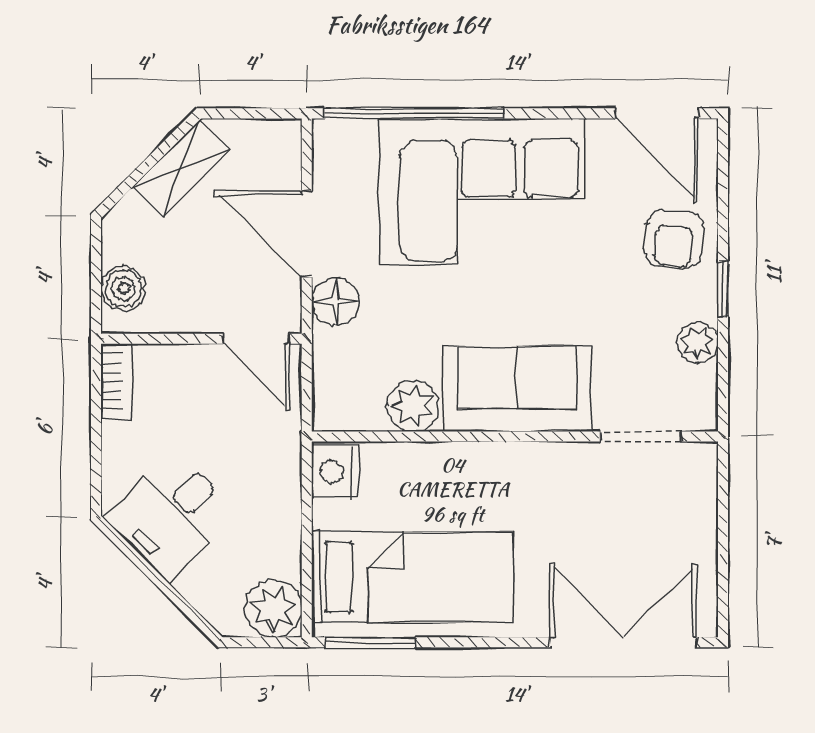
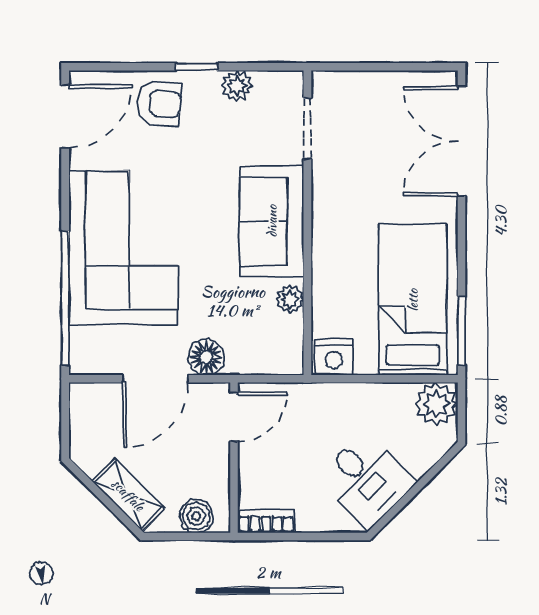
shelving: (181, 169) -> (128, 495), moved
plant: (413, 406) -> (290, 299), width x0.73, depth x0.73

